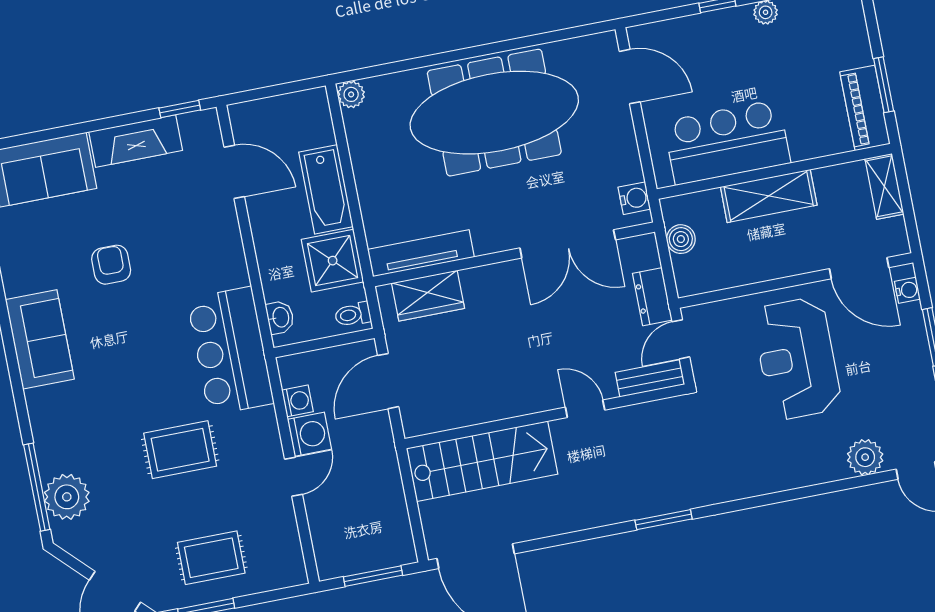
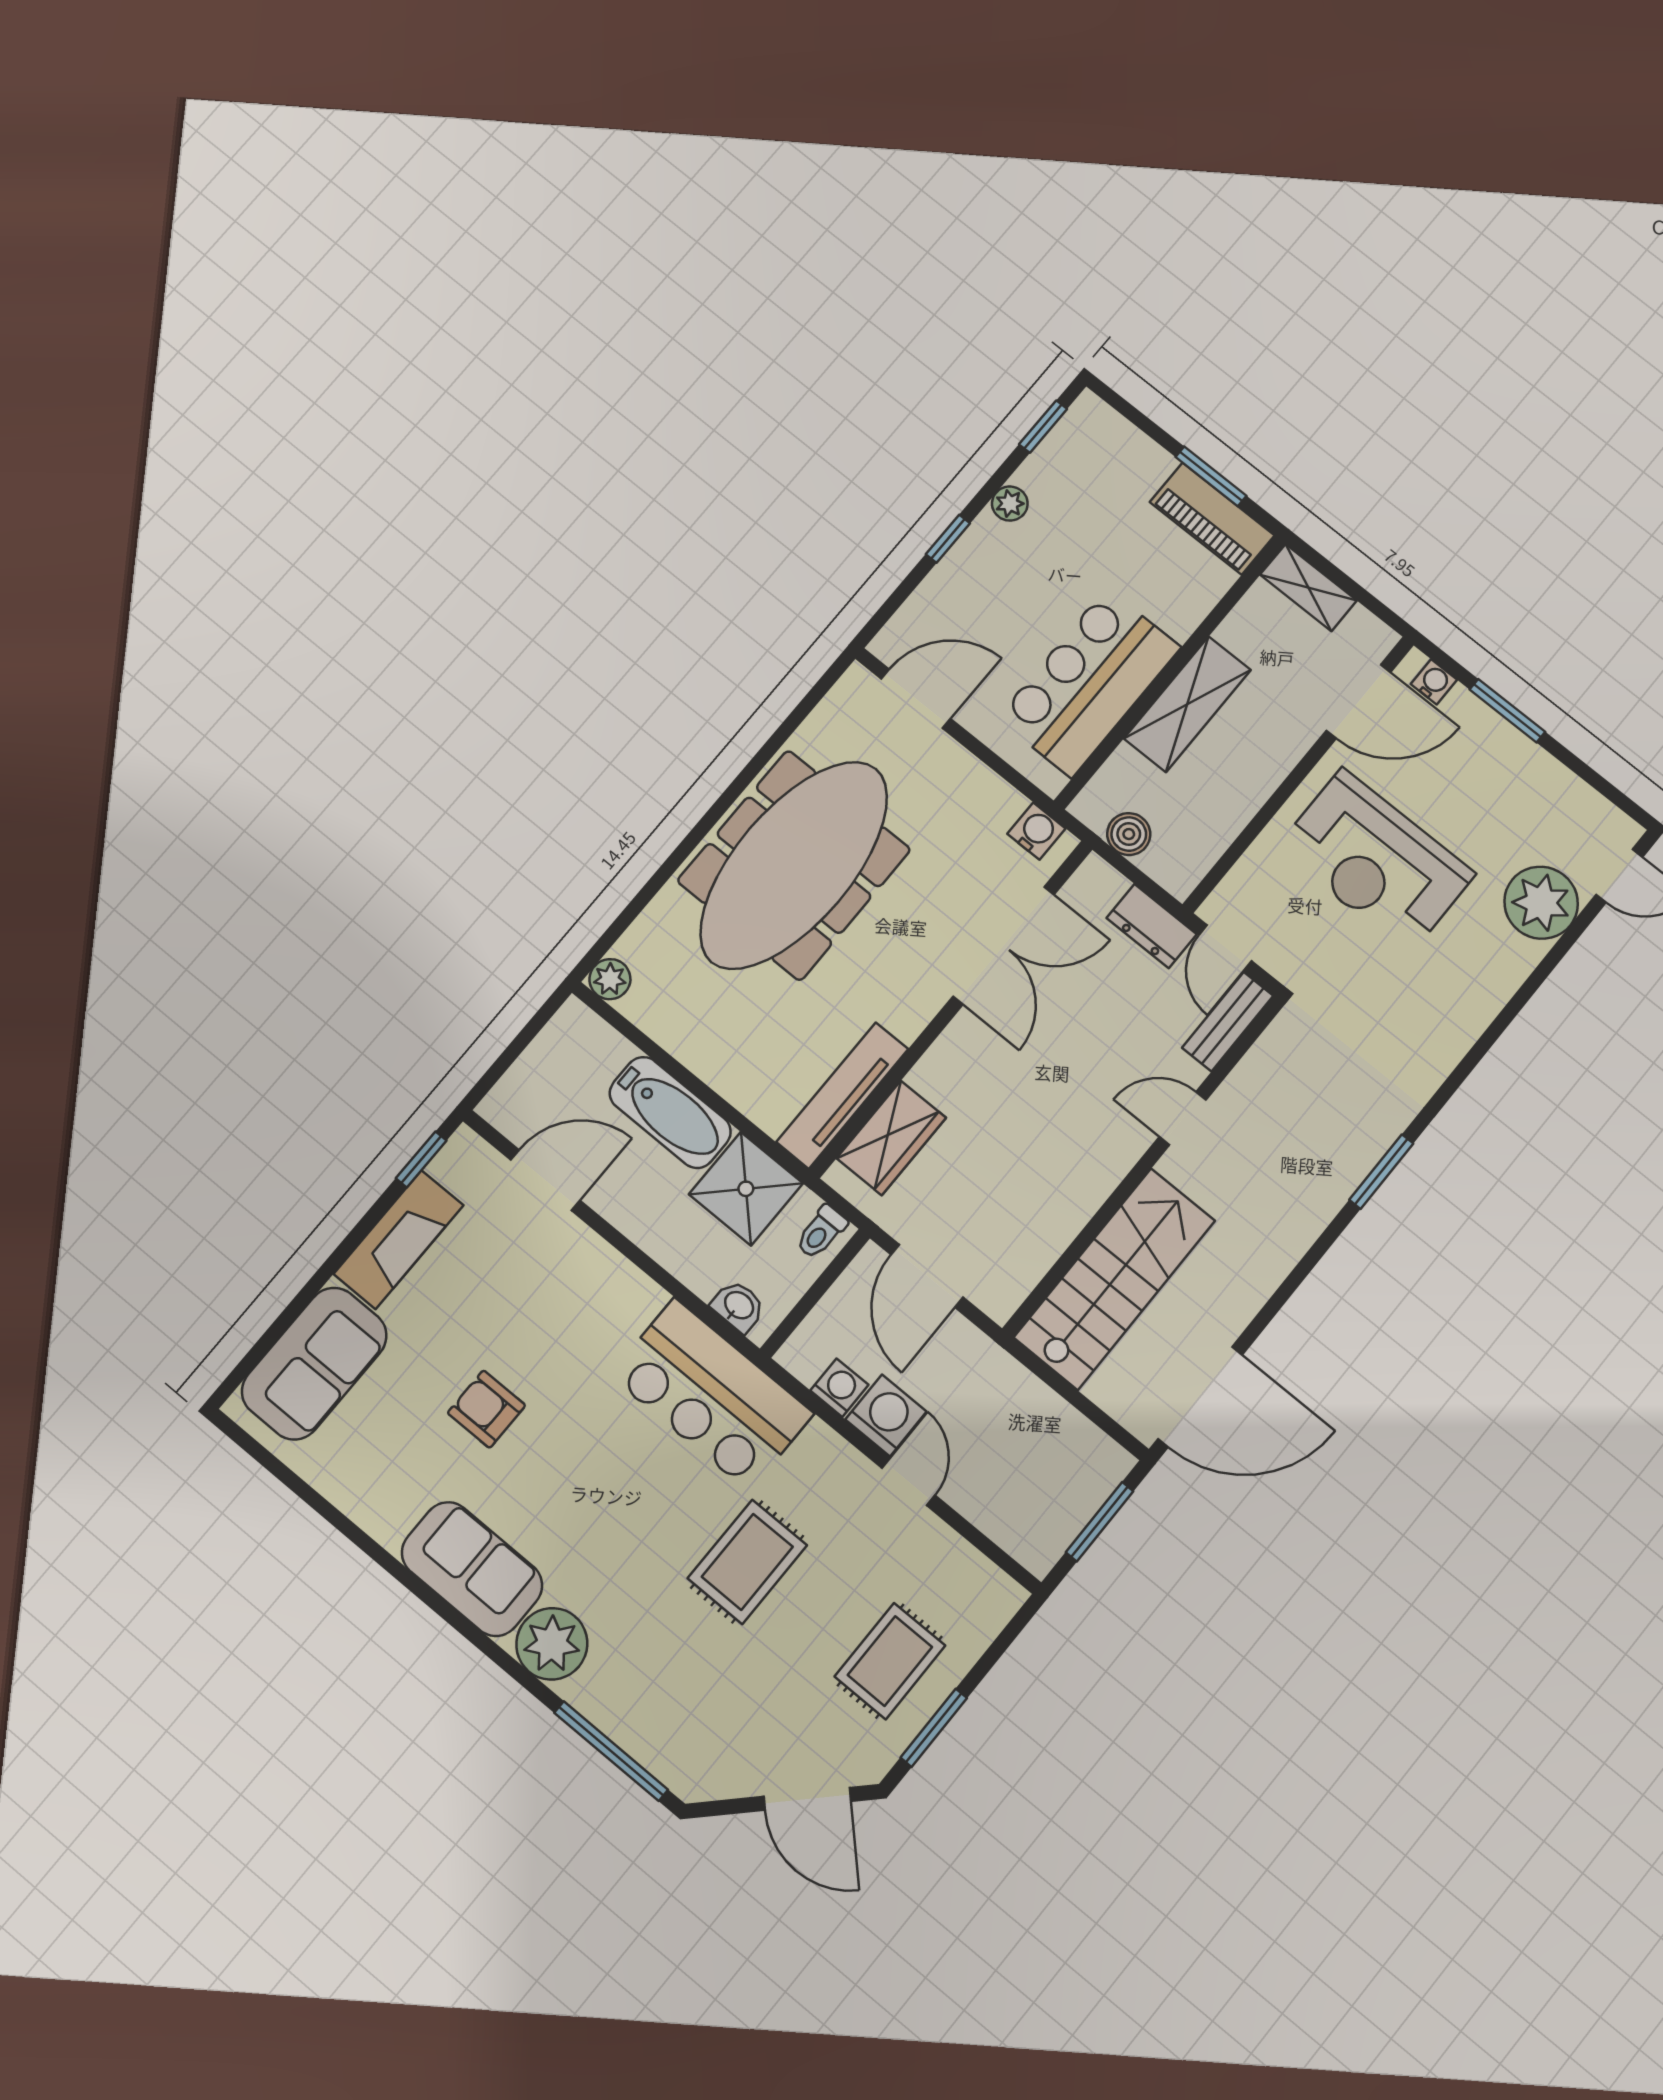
plant: (865, 457) -> (1541, 903), width x1.36, depth x1.36
plant: (67, 497) -> (552, 1644), moved

